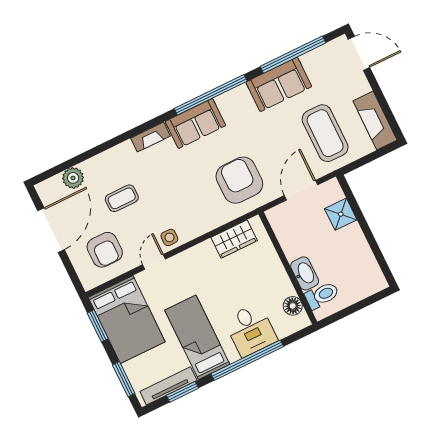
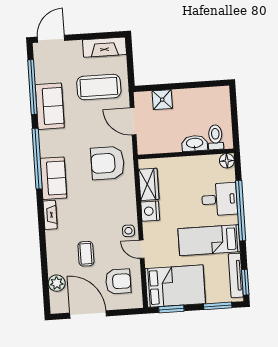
nightstand: (203, 254) -> (150, 211), added
floor lamp: (293, 306) -> (227, 161), moved
window: (182, 392) -> (245, 282), moved

